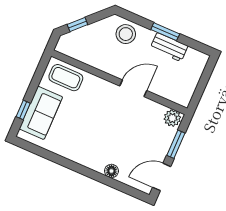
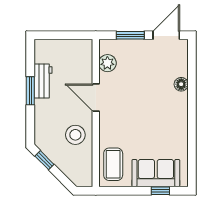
window: (77, 25) -> (44, 160), moved
stool: (126, 34) -> (75, 135), moved
plant: (172, 118) -> (107, 63), moved
door: (162, 177) -> (166, 35), swing flipped

